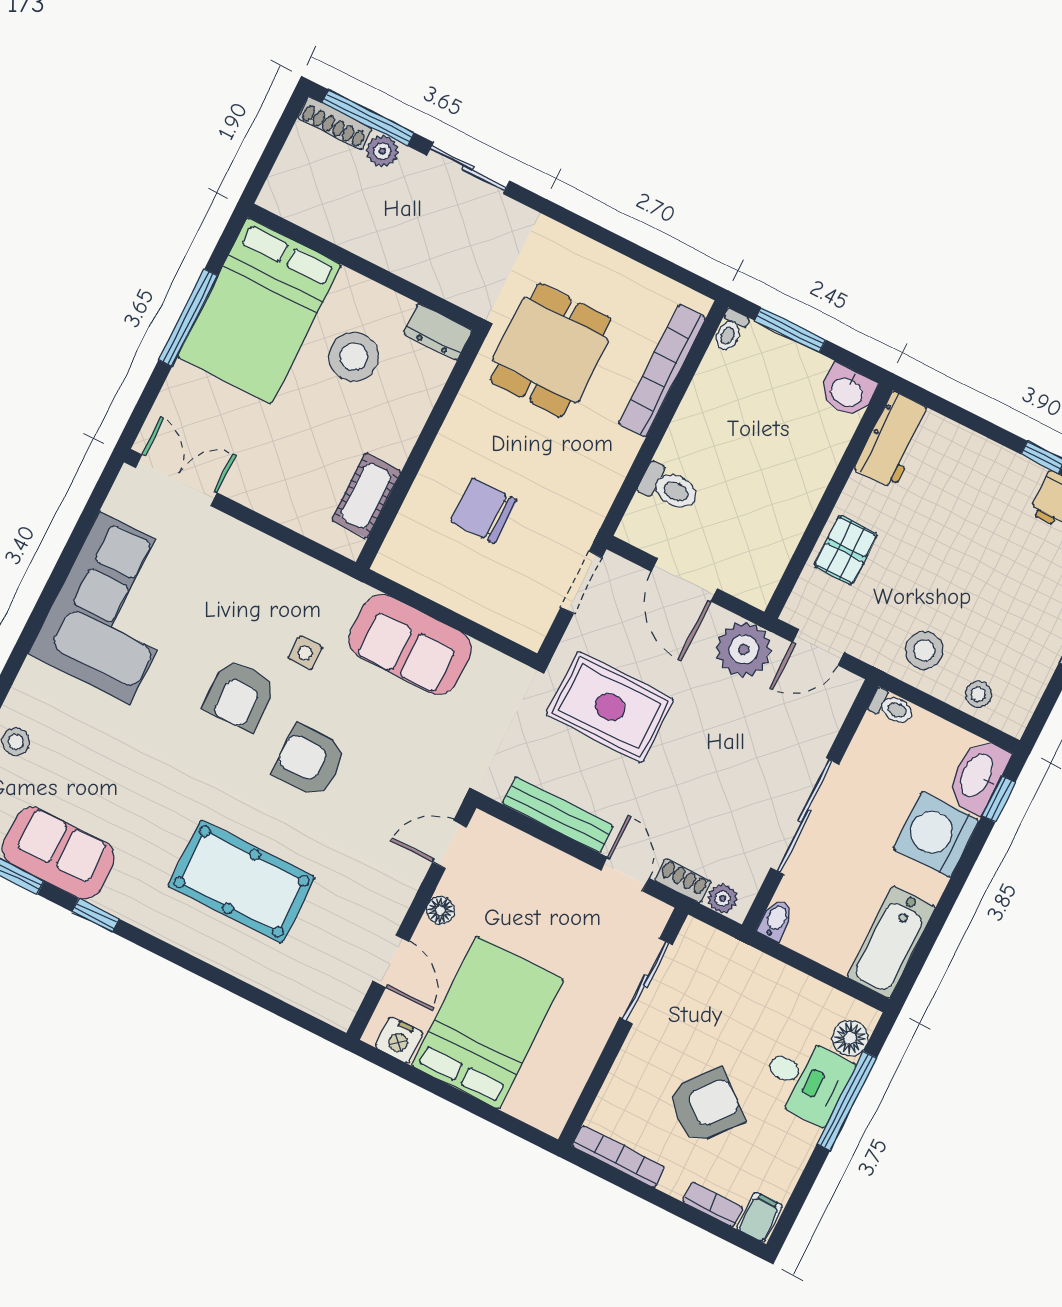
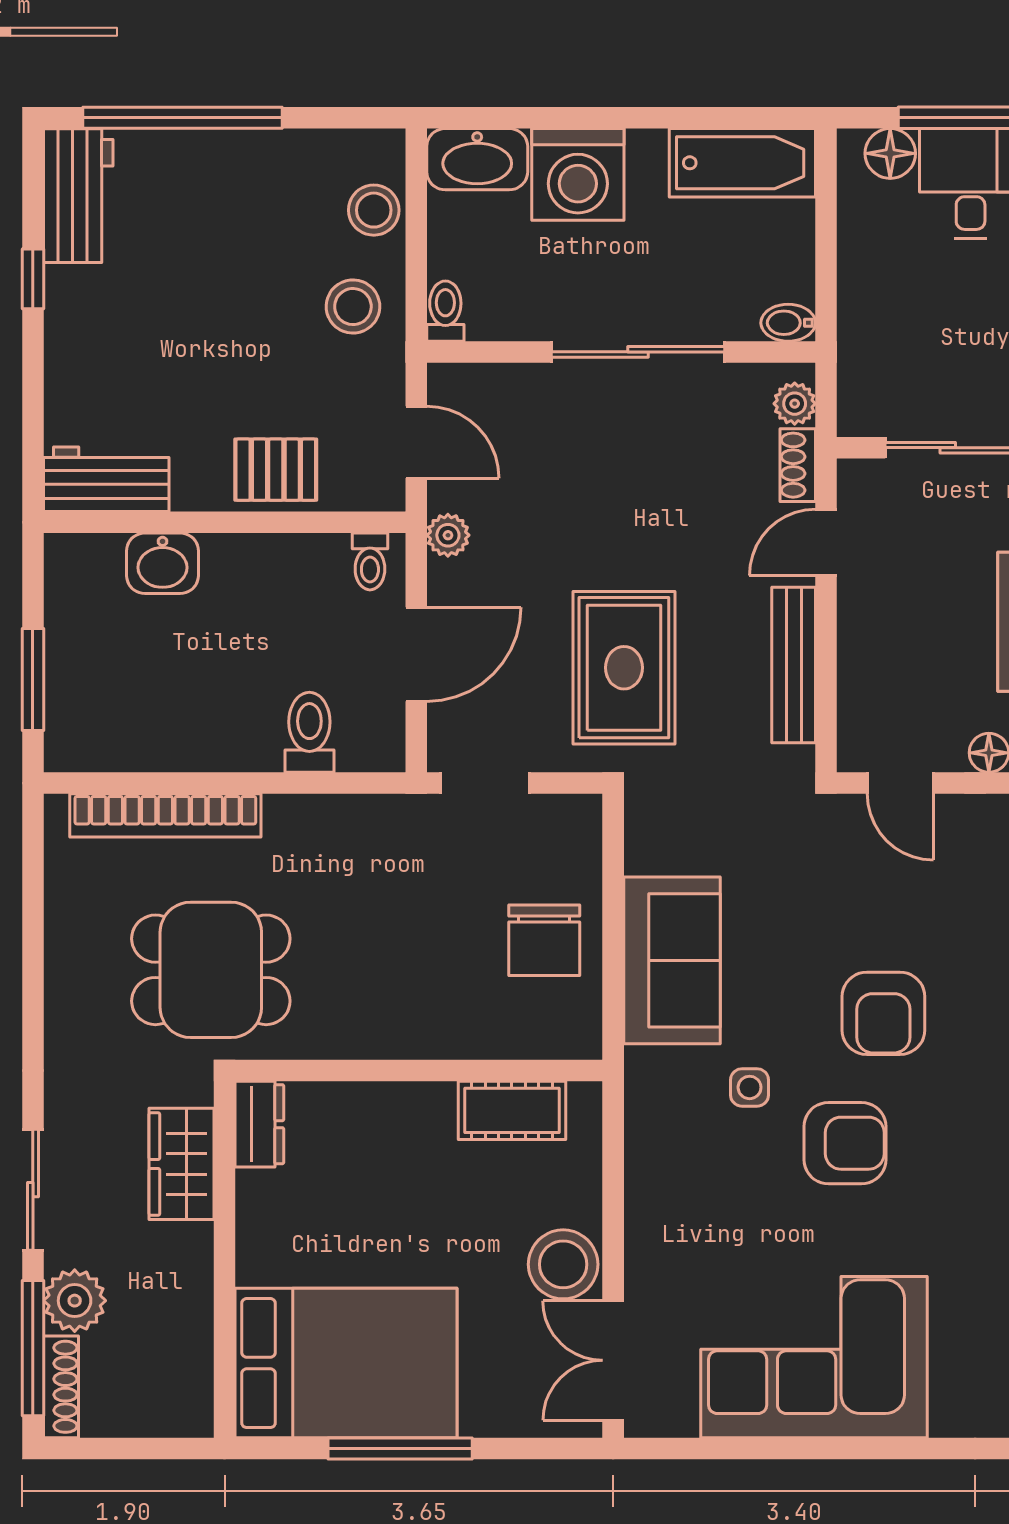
plant: (382, 151) -> (75, 1301), width x1.38, depth x1.38
wardrobe: (437, 270) -> (182, 1164), added
toilet: (730, 331) -> (370, 561), moved, turned 90
stool: (354, 357) -> (563, 1264), moved
washbasin: (847, 391) -> (163, 563), moved, turned 90
chair: (484, 511) -> (544, 940), moved
plant: (744, 649) -> (448, 535), width x0.53, depth x0.53
stool: (978, 694) -> (374, 210), width x1.37, depth x1.37
window: (999, 799) -> (493, 118), removed

